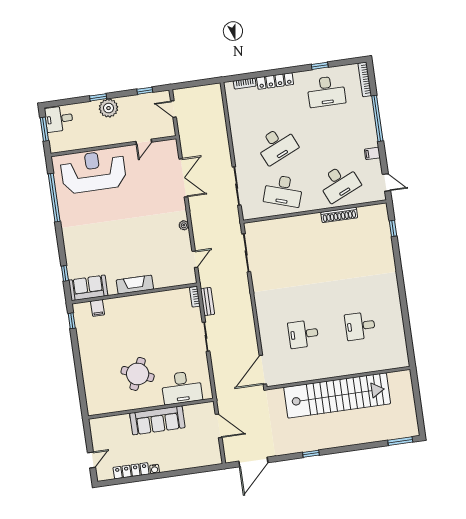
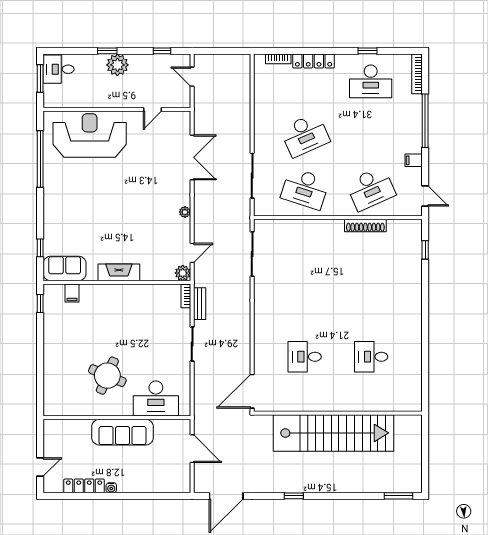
plant: (189, 277) -> (183, 273), added

